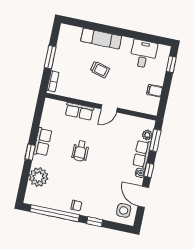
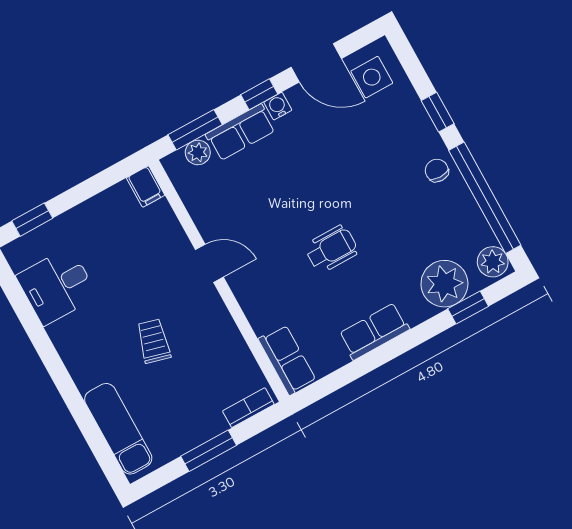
exam couch: (101, 39) -> (118, 429), moved
filing cabinet: (155, 91) -> (146, 187), moved
row of seats: (79, 111) -> (287, 360), moved
window: (30, 152) -> (468, 308), moved
door: (143, 197) -> (316, 63), hinge flipped
plant: (32, 198) -> (493, 262), added

